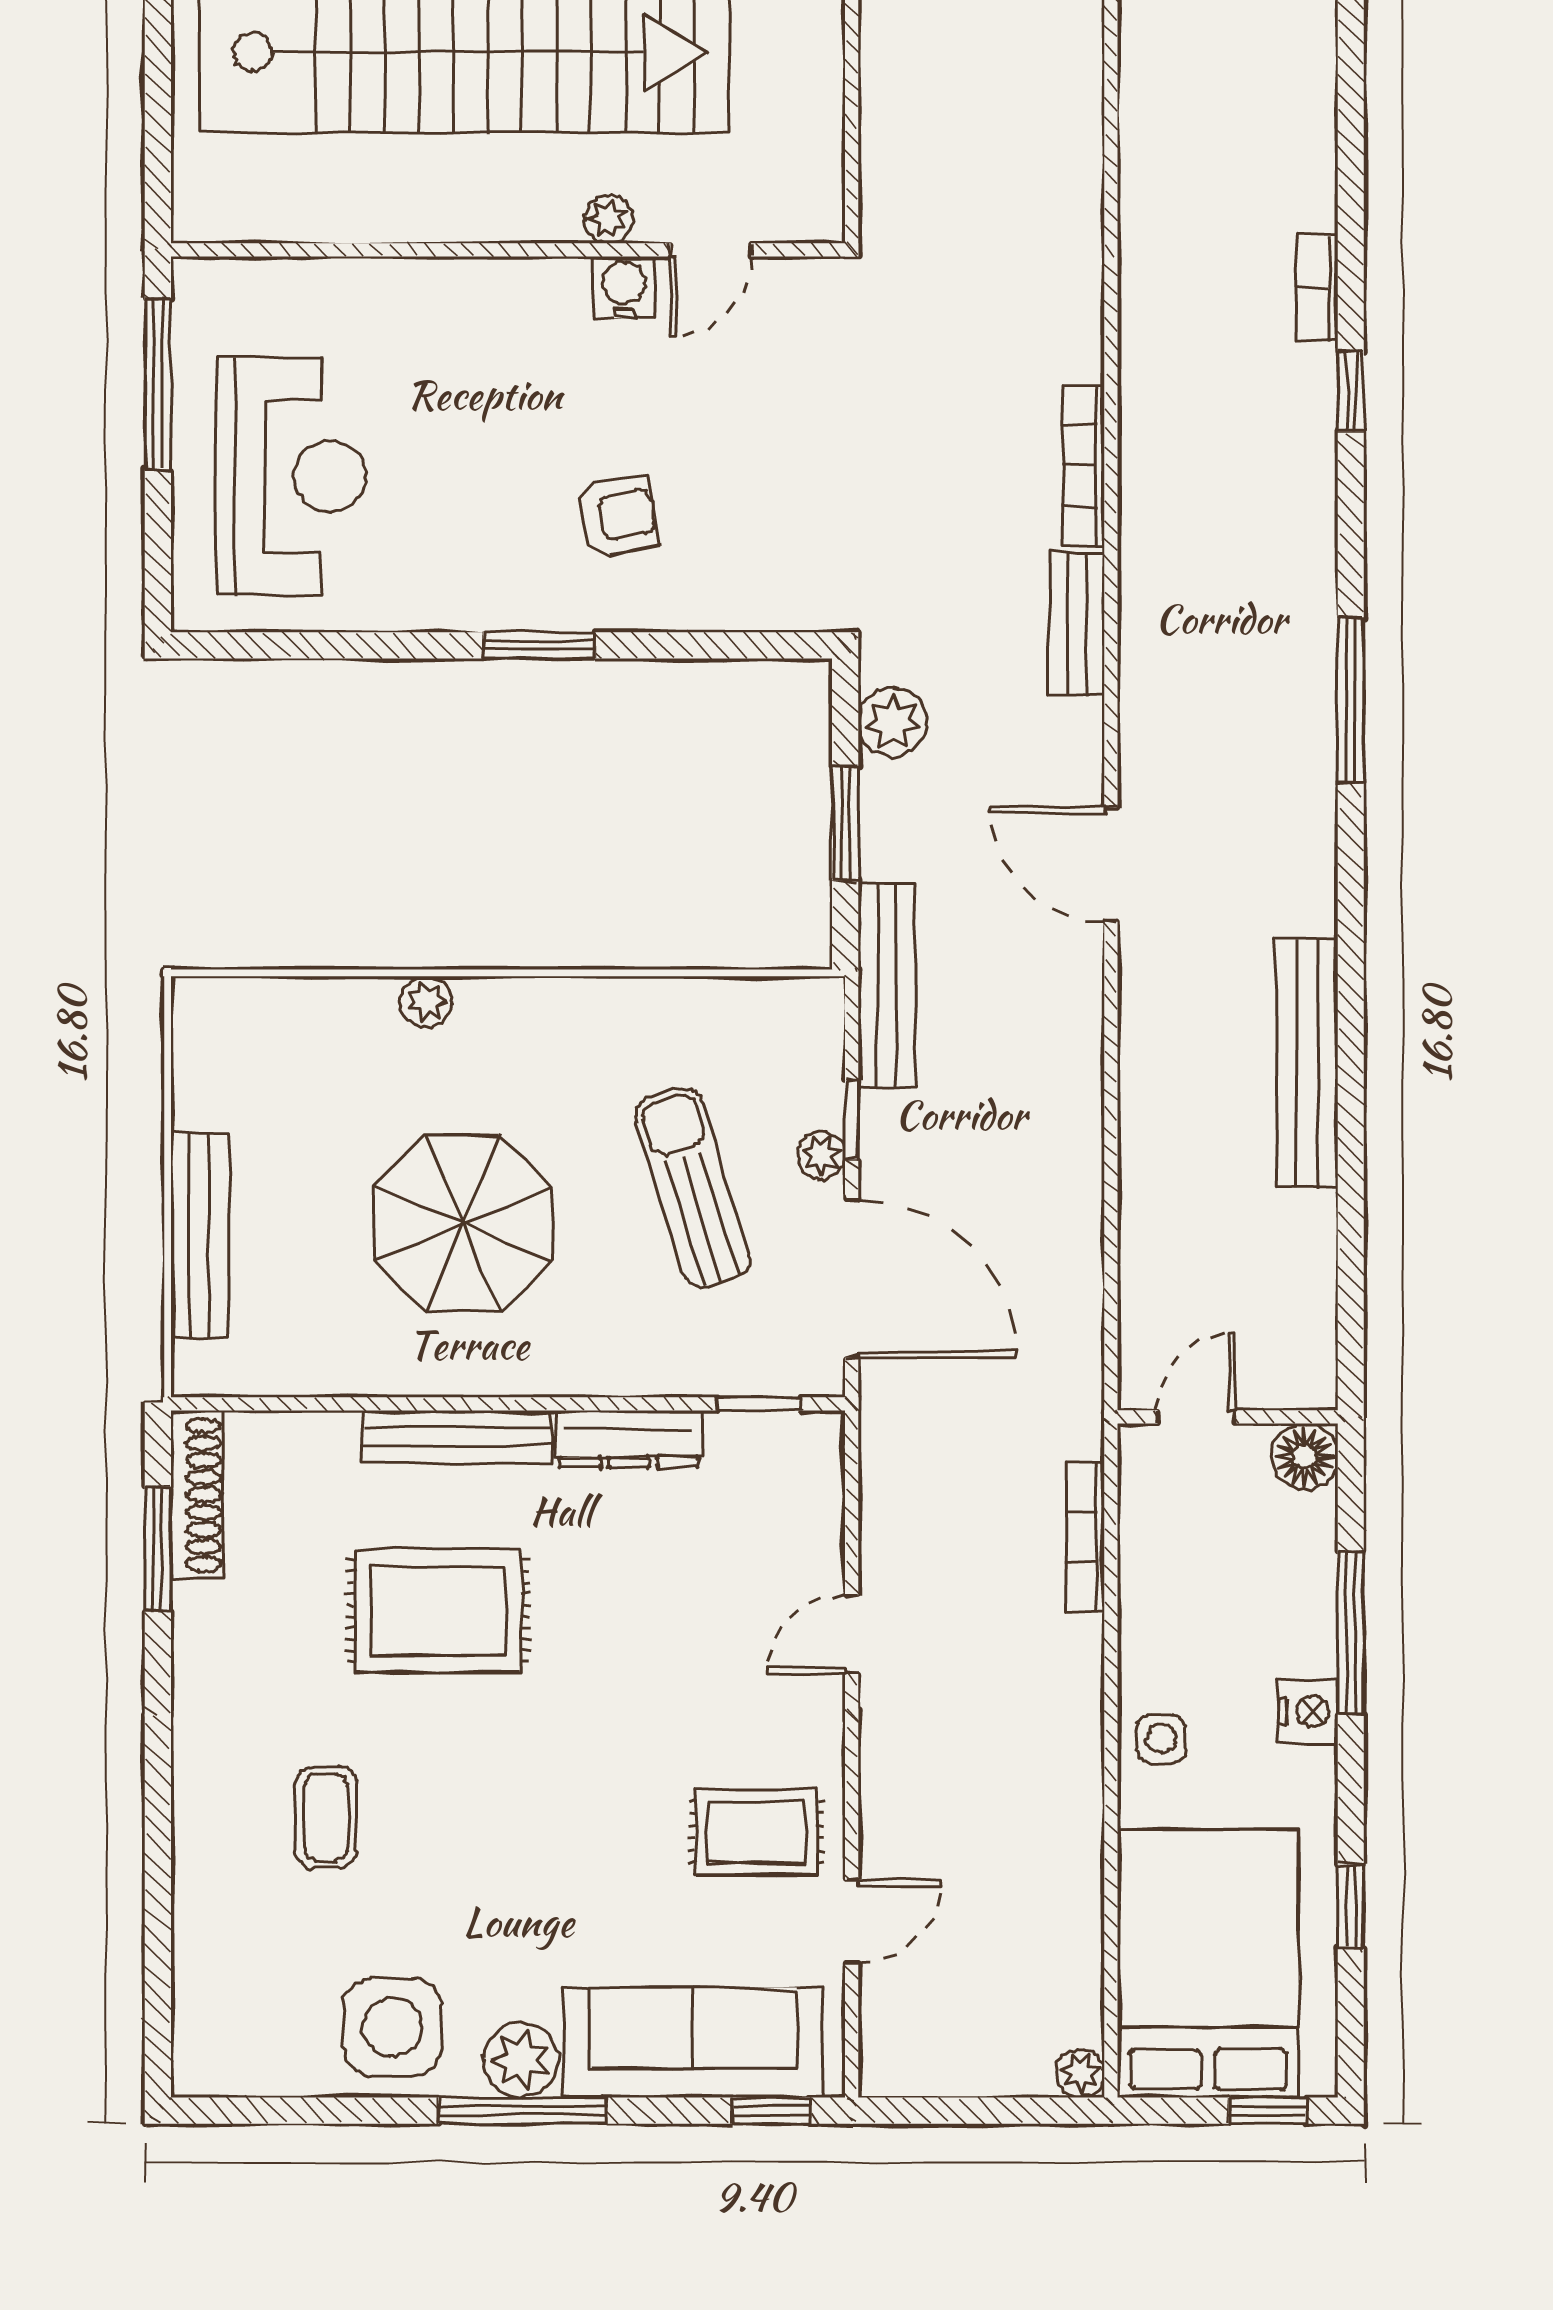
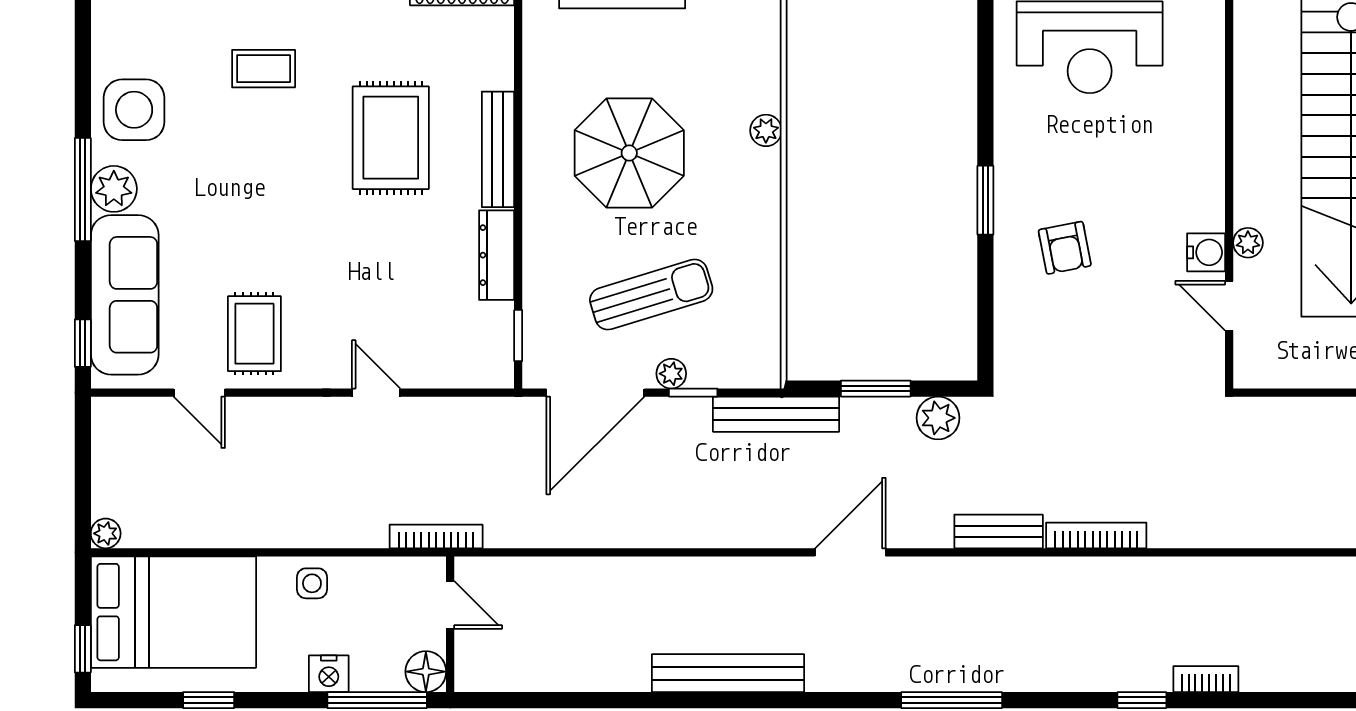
door: (1196, 1417) -> (450, 605), moved
wall: (1228, 1417) -> (450, 624), moved
floor lamp: (1305, 1457) -> (426, 672), moved

